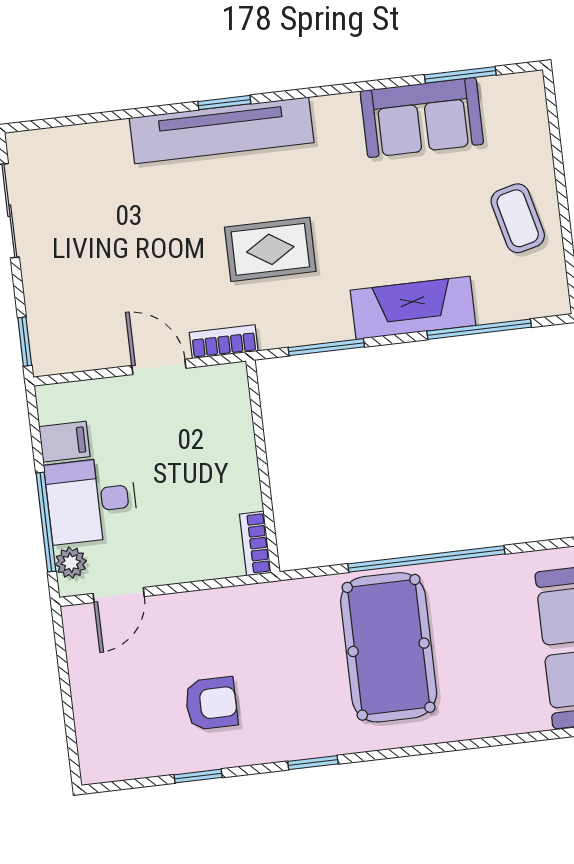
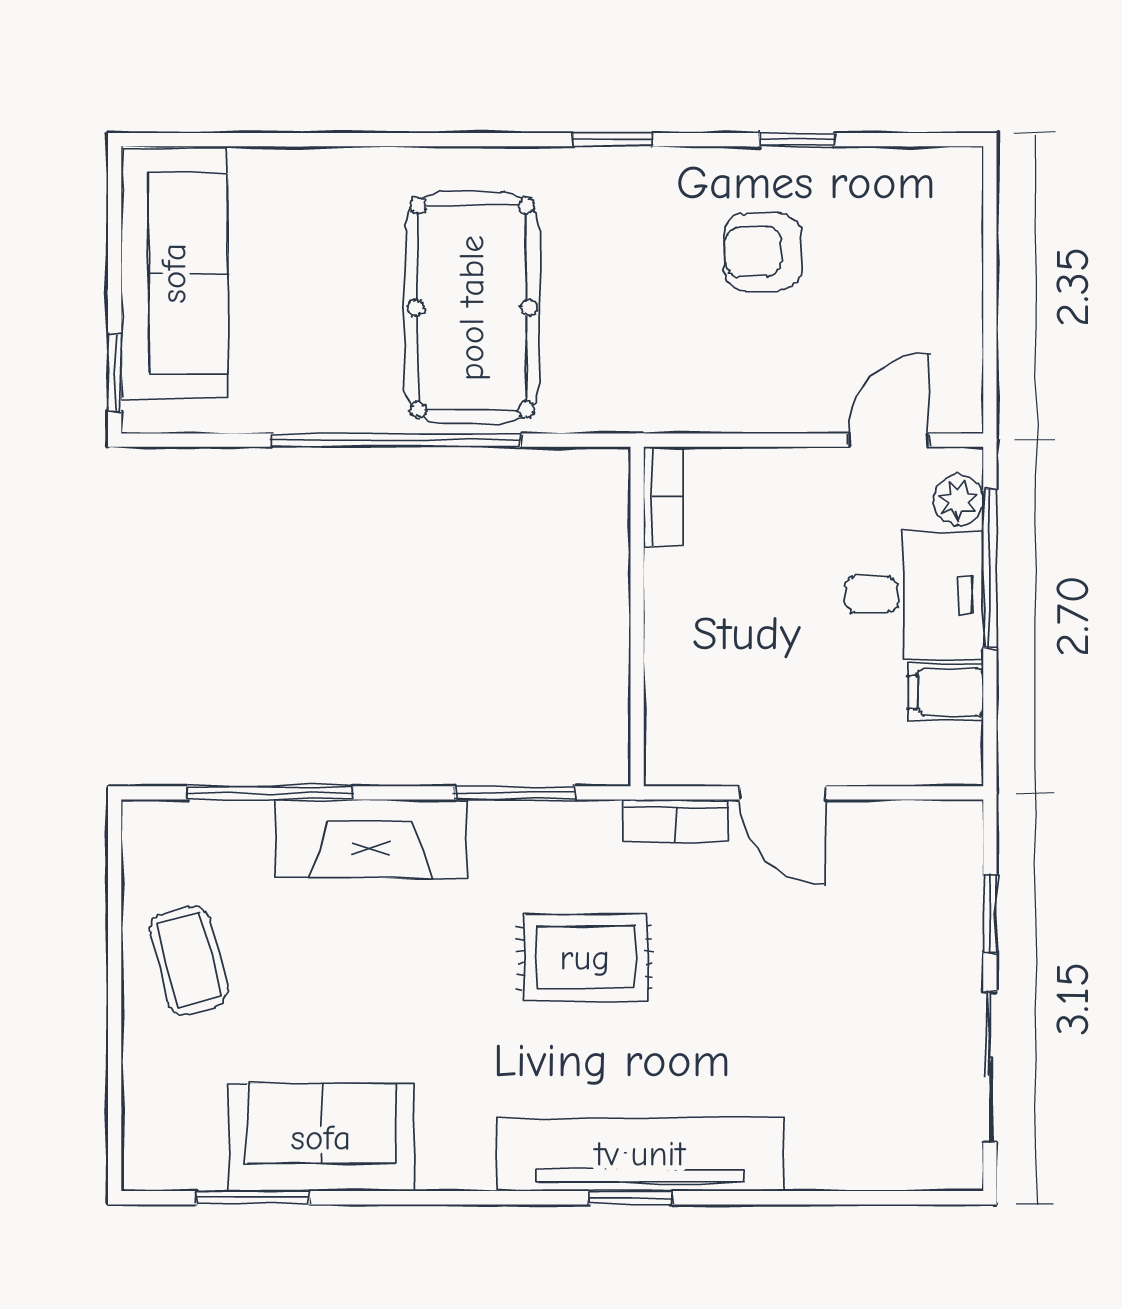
window: (25, 342) -> (990, 914), moved

